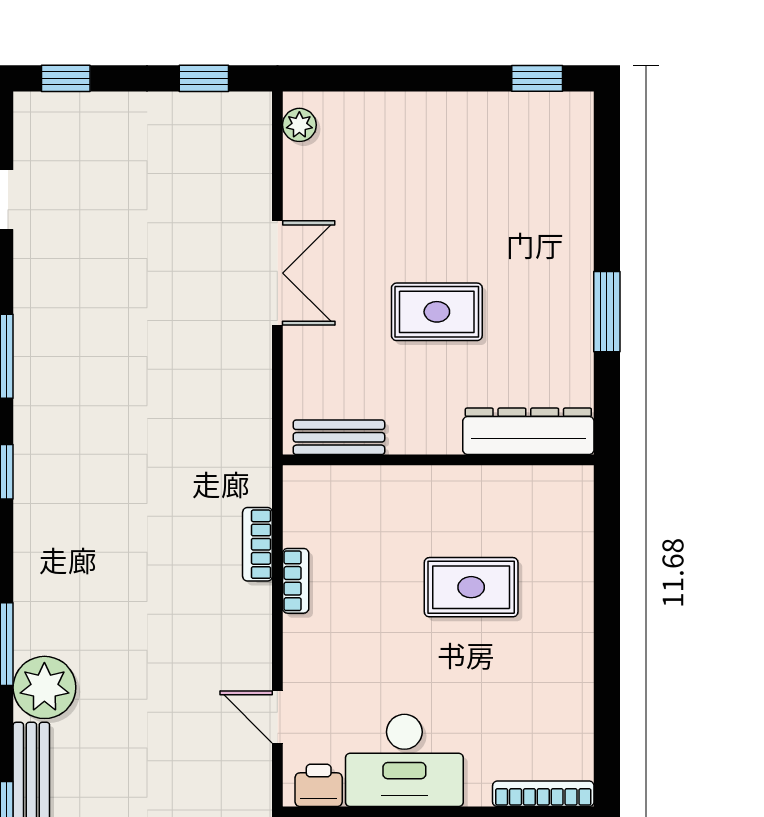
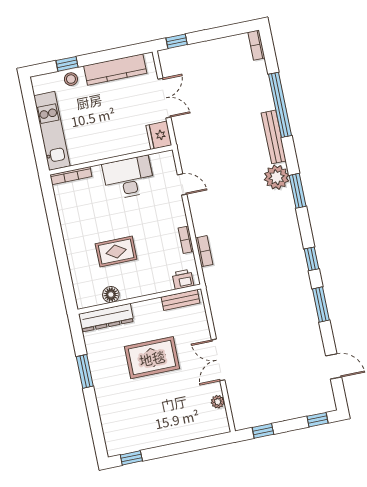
plant: (299, 125) -> (218, 402), moved
rug: (437, 312) -> (152, 358), width x1.36, depth x1.43
floor lamp: (505, 485) -> (111, 295), added
printer: (319, 785) -> (183, 279), moved, turned 180

